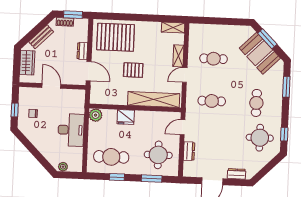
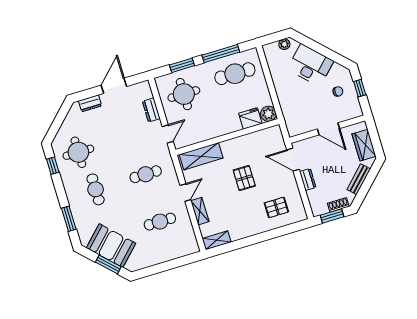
pallet: (116, 37) -> (276, 207), width x0.49, depth x0.50
pallet: (133, 70) -> (244, 178), turned 90
shelving: (154, 99) -> (201, 156), width x0.68
fridge: (126, 117) -> (250, 118), moved
desk: (71, 130) -> (310, 65), moved, turned 135
window: (117, 177) -> (221, 54), width x2.17

